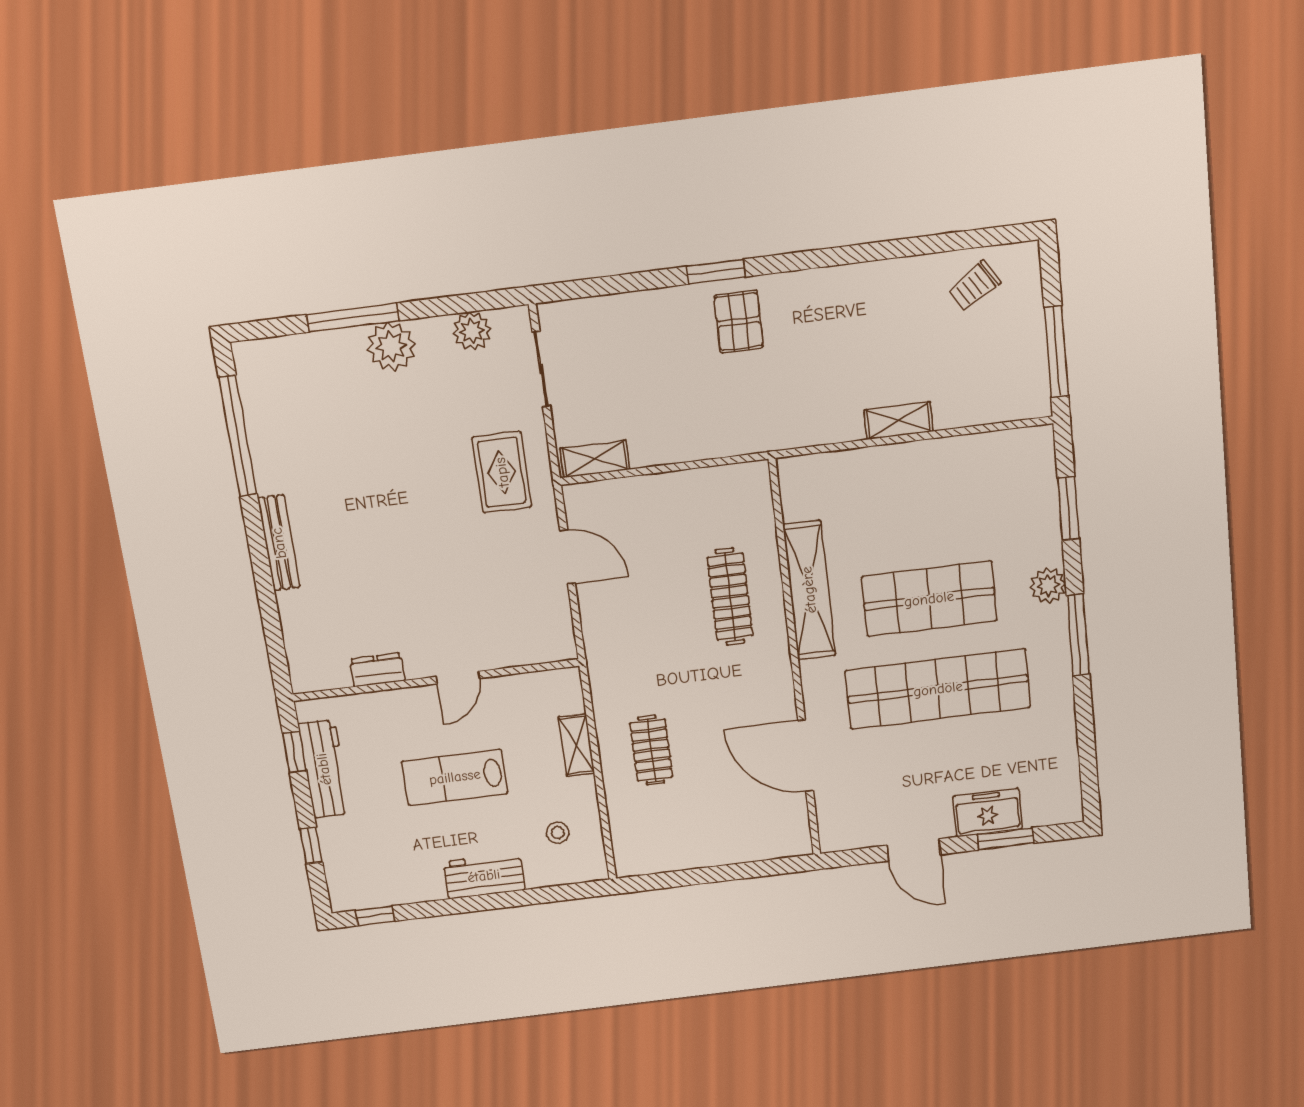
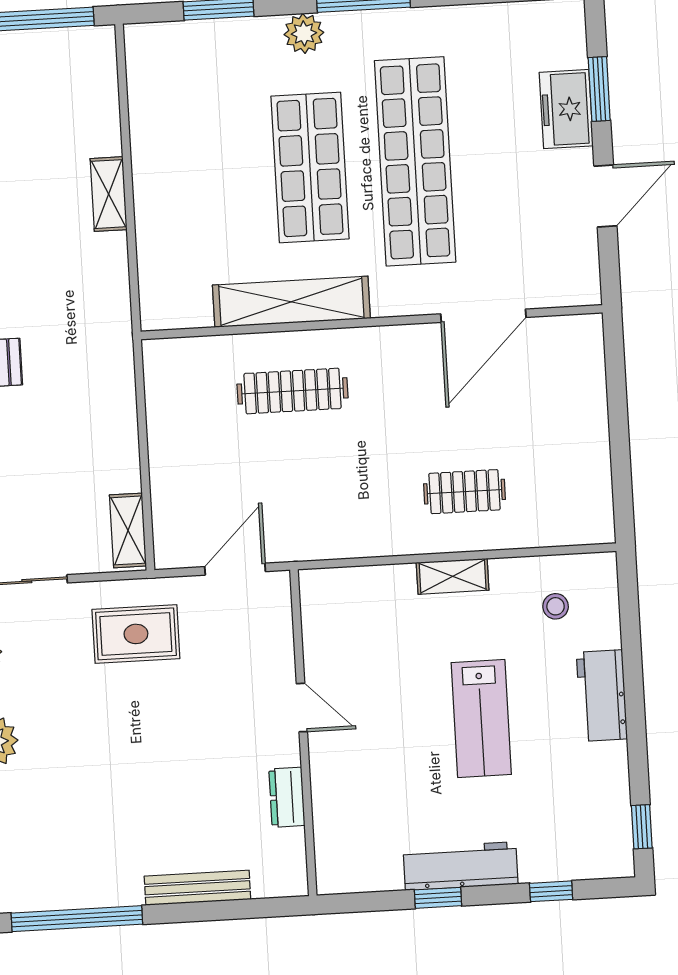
dresser: (377, 670) -> (287, 797), moved
door: (458, 677) -> (302, 708), moved
wall: (436, 680) -> (303, 733), moved

